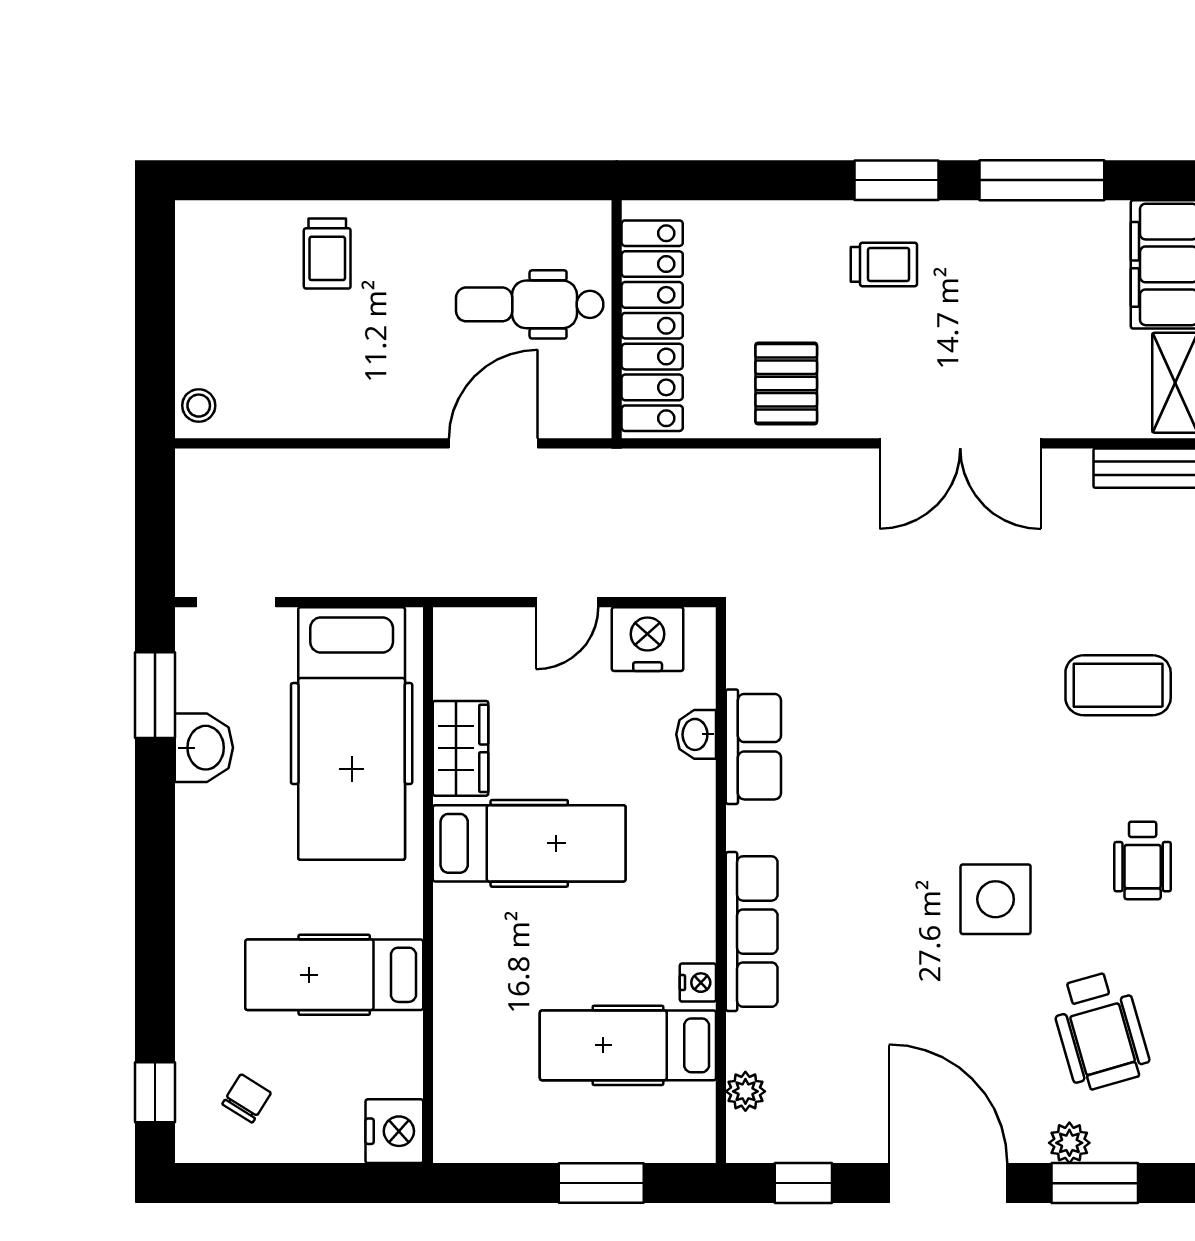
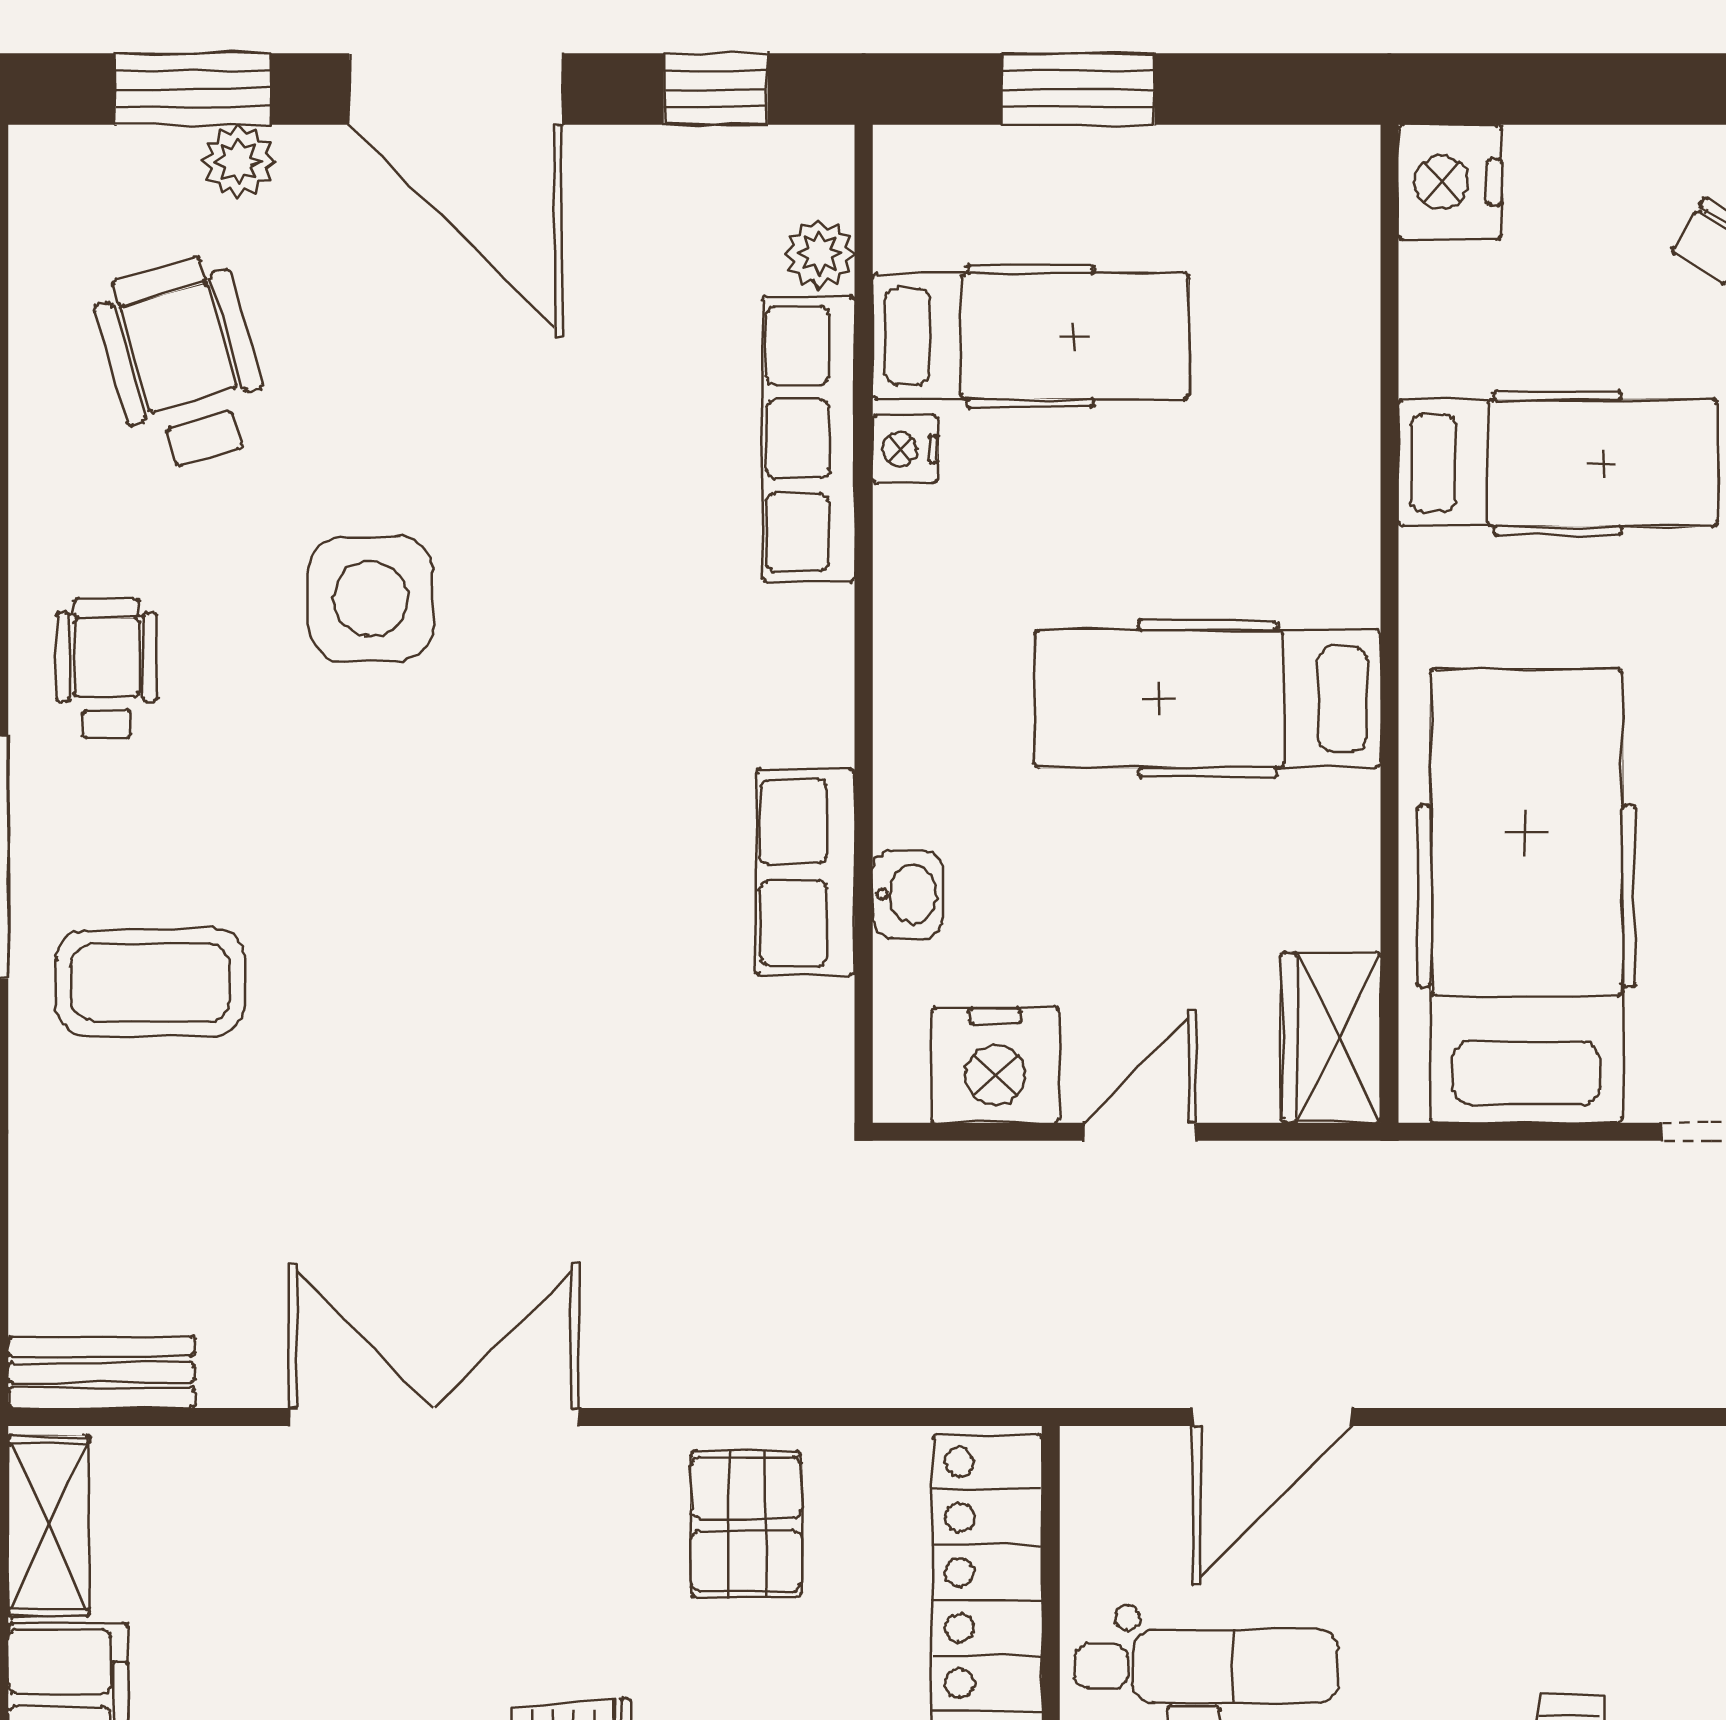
wardrobe: (461, 748) -> (1331, 1037), moved
row of seats: (752, 932) -> (808, 439), moved

